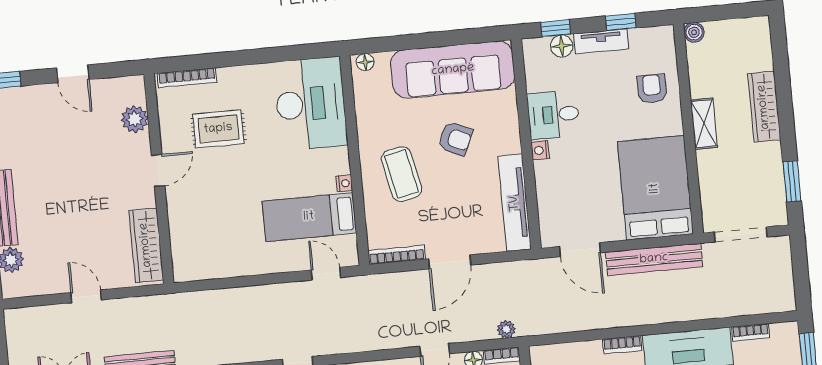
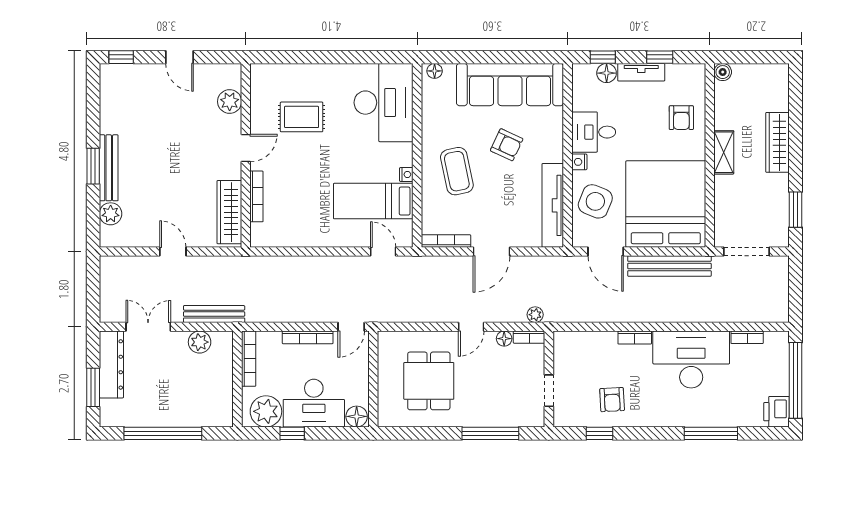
bookcase: (187, 78) -> (256, 196), moved, turned -90
armchair: (652, 89) -> (681, 118), turned 180
bed: (655, 188) -> (666, 204), width x1.36
side table: (563, 194) -> (595, 201), added

